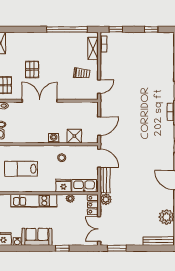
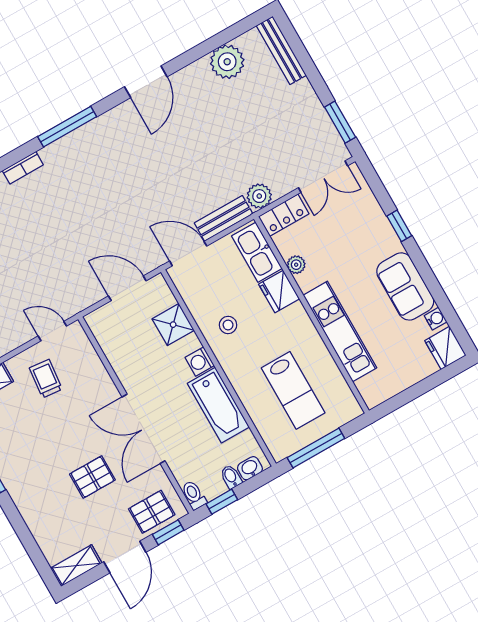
bathtub: (32, 136) -> (218, 405), added
door: (99, 158) -> (188, 254), hinge flipped

